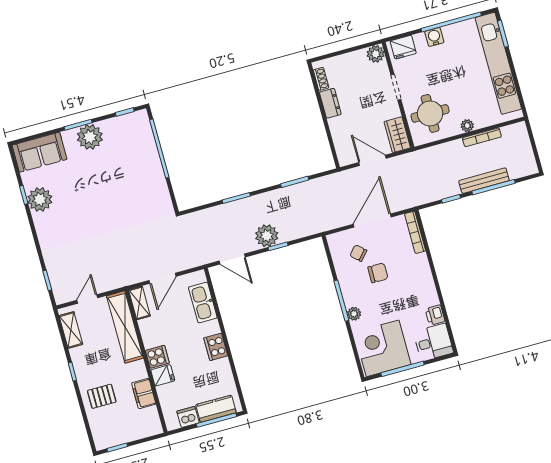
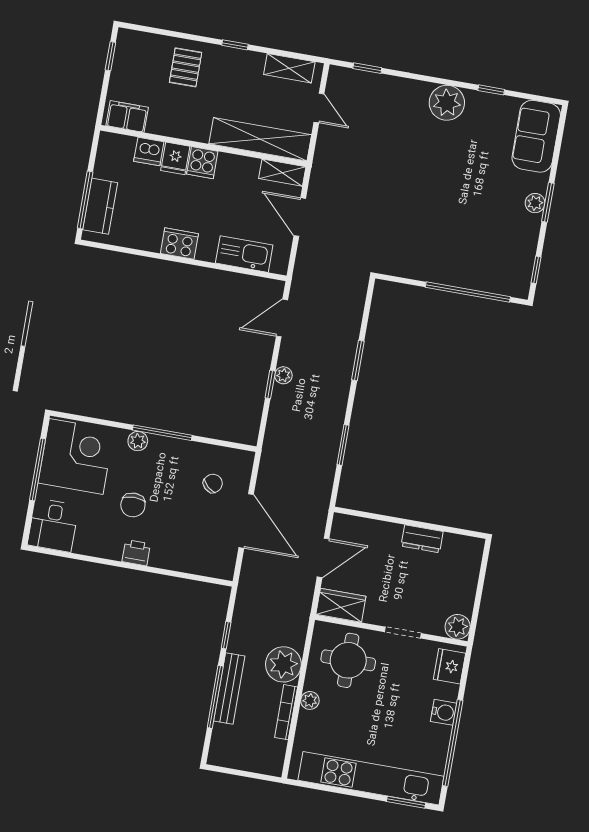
shoe rack: (321, 79) -> (459, 542), removed
plant: (90, 137) -> (535, 203), width x0.53, depth x0.53
plant: (452, 153) -> (283, 664), added
plant: (40, 199) -> (447, 103), moved
bookcase: (415, 232) -> (205, 569), removed
plant: (267, 236) -> (283, 375), width x0.53, depth x0.53
chair: (378, 273) -> (133, 505), moved
printer: (435, 315) -> (136, 553), moved
filing cabinet: (144, 394) -> (127, 116), moved
dishwasher: (188, 417) -> (149, 151), moved, turned 90

